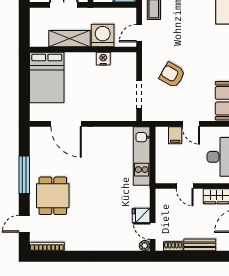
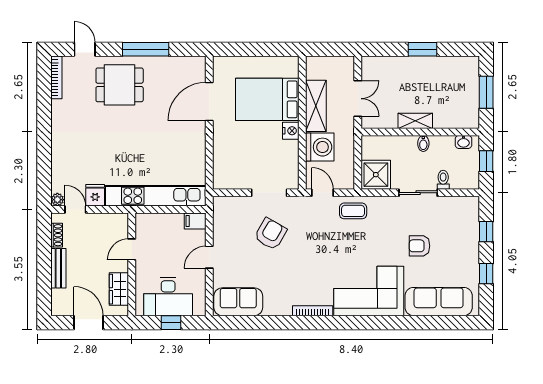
nightstand: (103, 59) -> (291, 131), moved
bed: (47, 78) -> (267, 99), moved
doorway: (139, 95) -> (269, 193), moved
filing cabinet: (175, 135) -> (195, 221), moved
kitchen unit: (142, 156) -> (156, 196), width x1.36
door: (153, 231) -> (75, 210), hinge flipped

